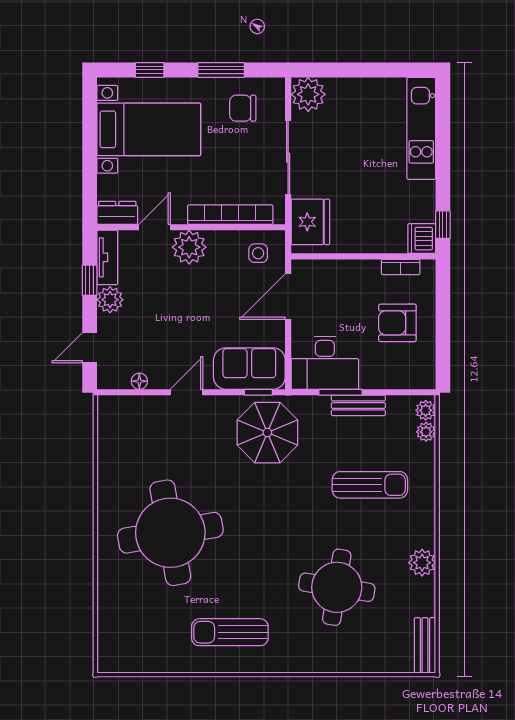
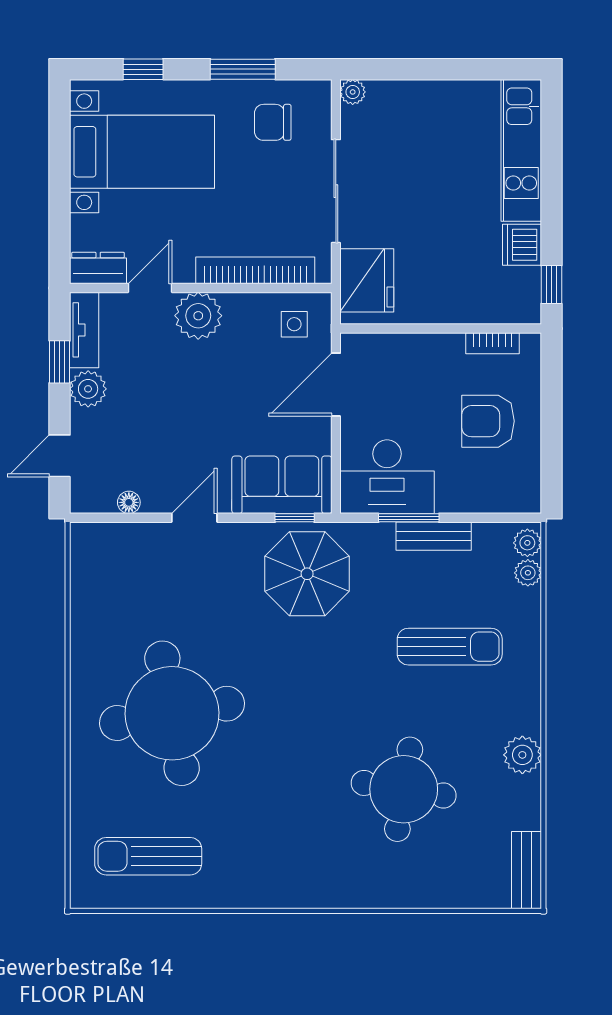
plant: (308, 94) -> (353, 92), width x0.53, depth x0.53
dishwasher: (422, 239) -> (522, 245), moved
sun lounger: (230, 632) -> (148, 856), moved

